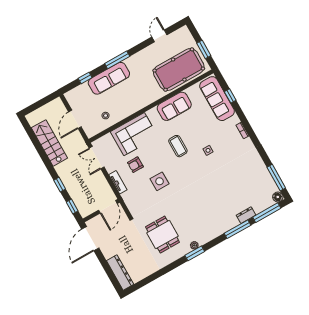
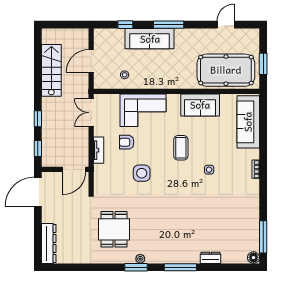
window: (230, 96) -> (263, 127), removed
window: (267, 213) -> (233, 267), removed
window: (237, 229) -> (180, 267), moved

